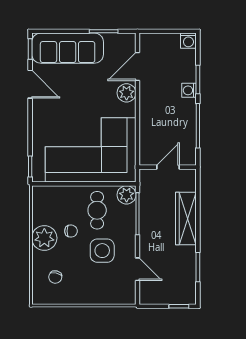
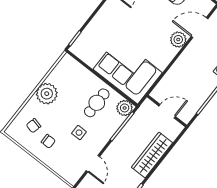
corner sofa: (91, 150) -> (128, 71), width x0.73, depth x0.74
chair: (71, 231) -> (48, 141), moved
side table: (102, 251) -> (79, 133), width x0.54, depth x0.54

